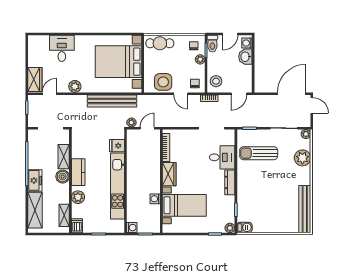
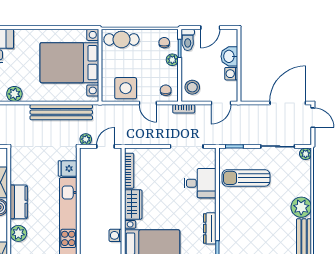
washing machine: (247, 43) -> (231, 74), moved
plant: (302, 158) -> (301, 207), moved
dresser: (230, 182) -> (210, 228), moved

